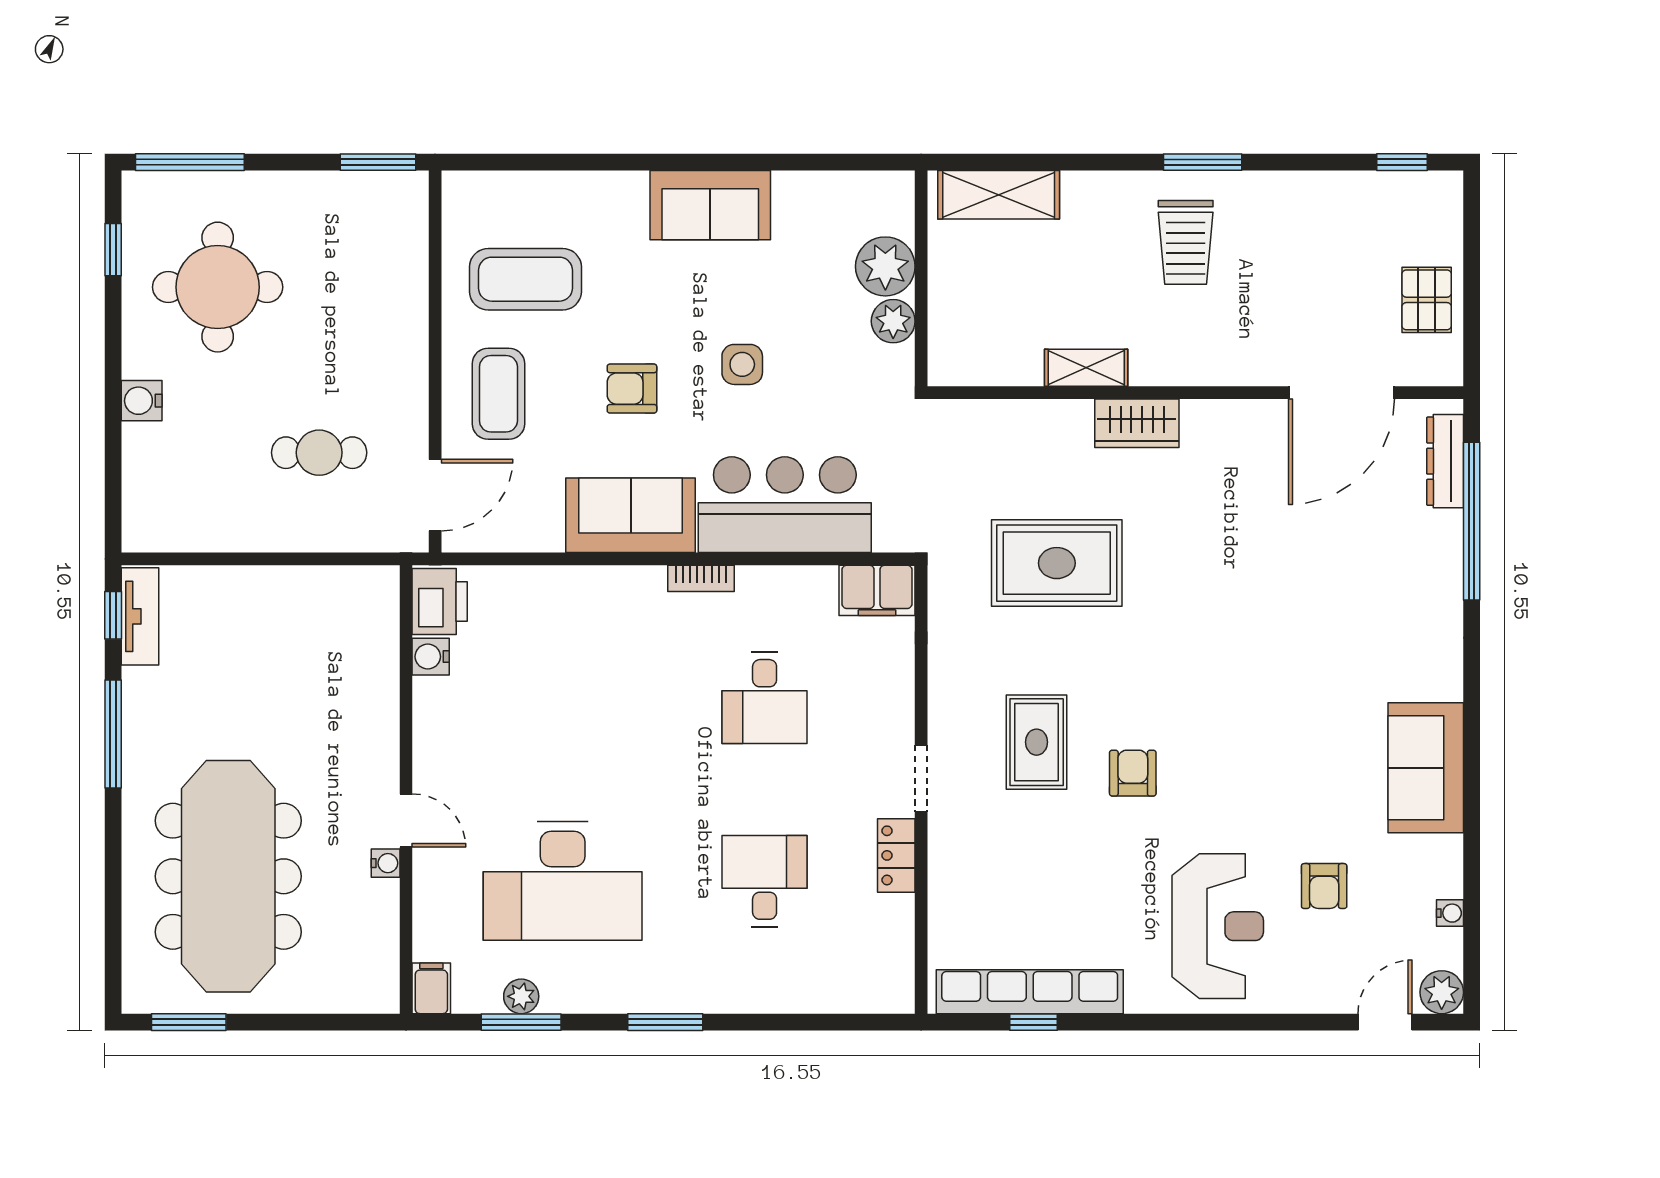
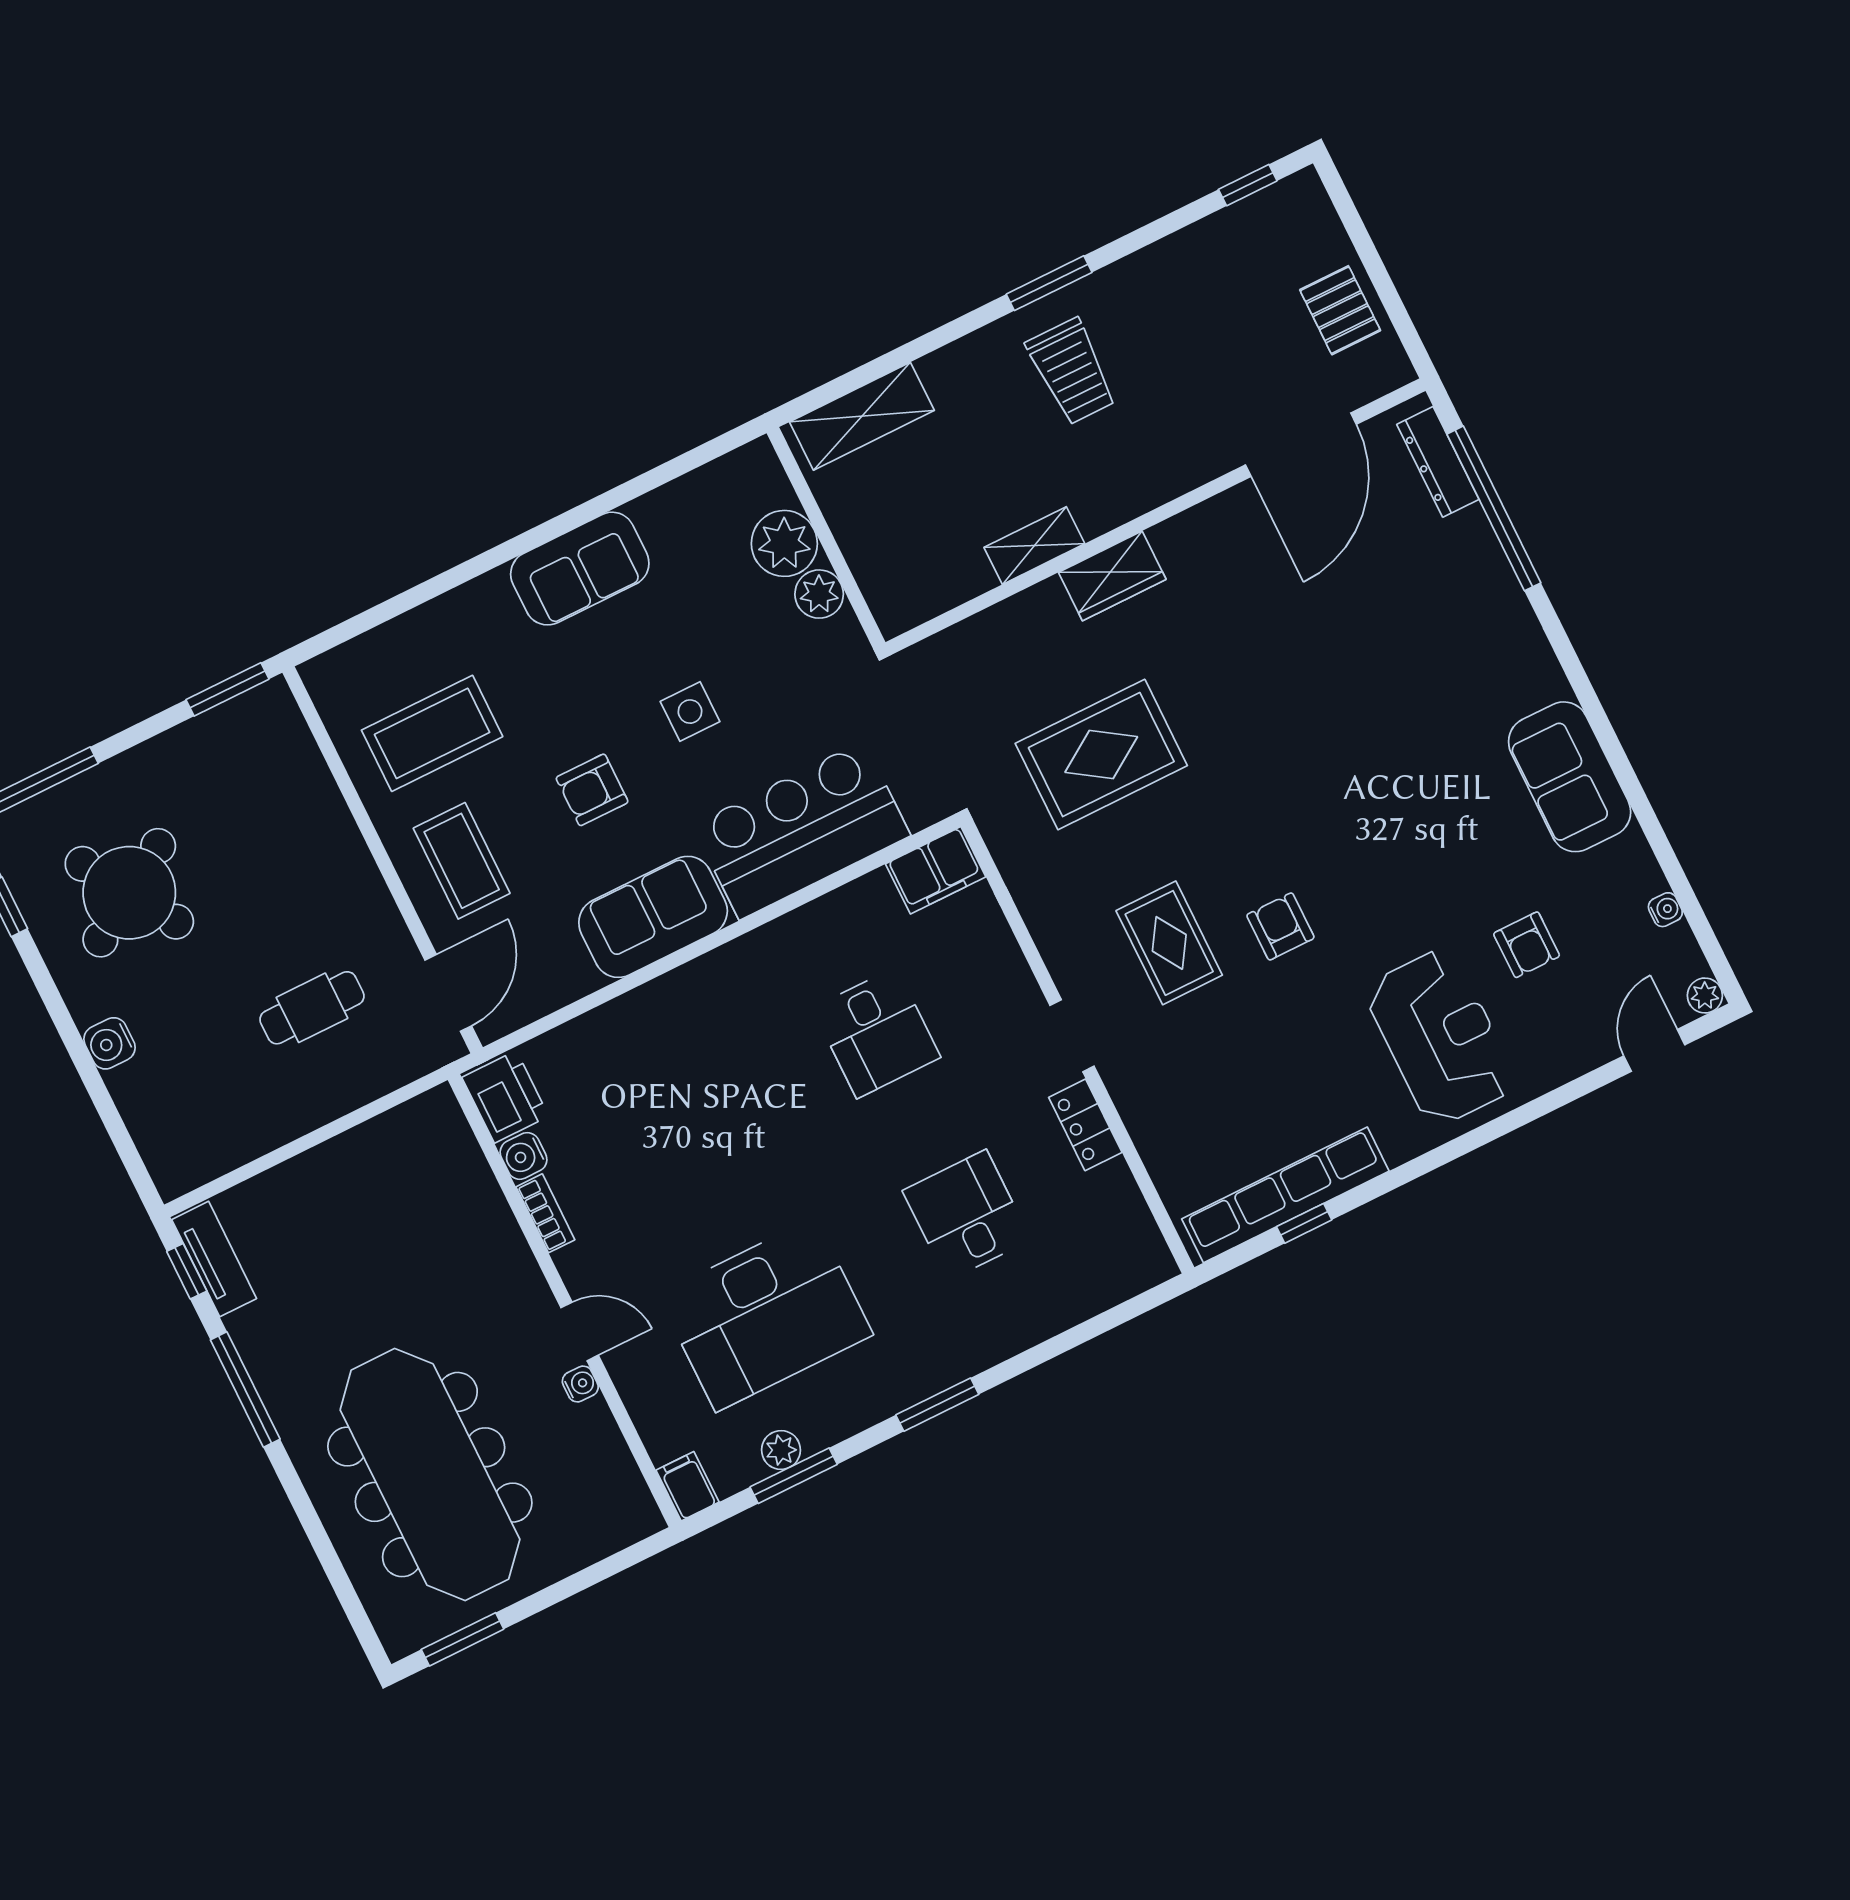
round table: (218, 287) -> (129, 893), turned -32
bookcase: (701, 578) -> (545, 1213), moved, turned -90
plant: (1442, 992) -> (1705, 996), width x0.73, depth x0.73

